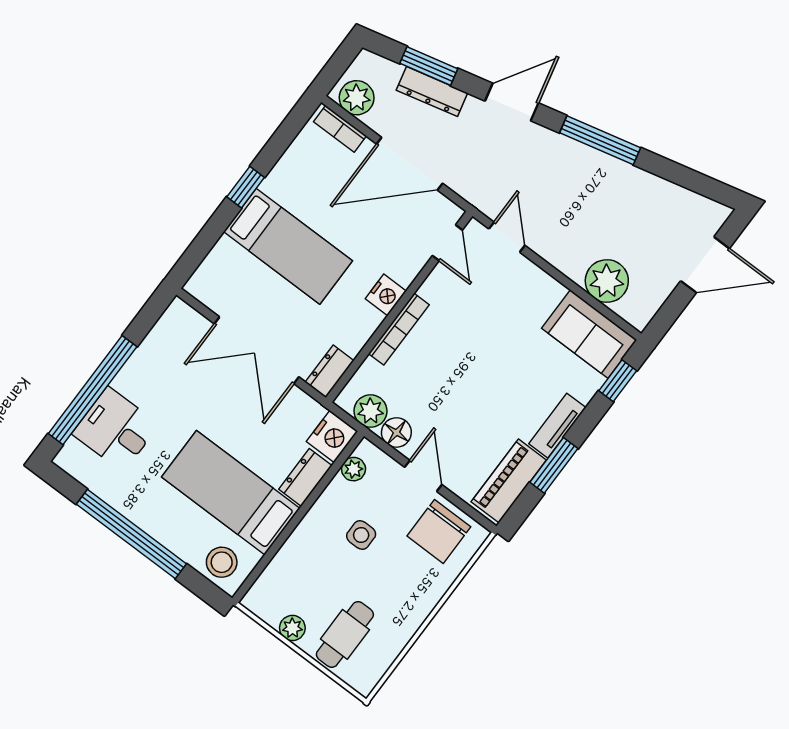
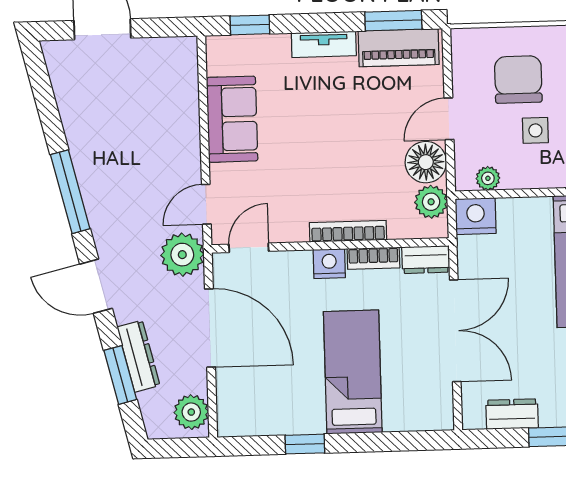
bookcase: (340, 129) -> (373, 258), moved, turned 90
window: (246, 187) -> (305, 444), moved
plant: (607, 281) -> (182, 255), moved
sofa: (589, 334) -> (232, 119), moved
floor lamp: (396, 432) -> (426, 162), width x1.38, depth x1.38
window: (554, 465) -> (393, 21), moved
dresser: (305, 477) -> (512, 414), moved, turned 180
chair: (439, 531) -> (518, 79), moved, turned -90

